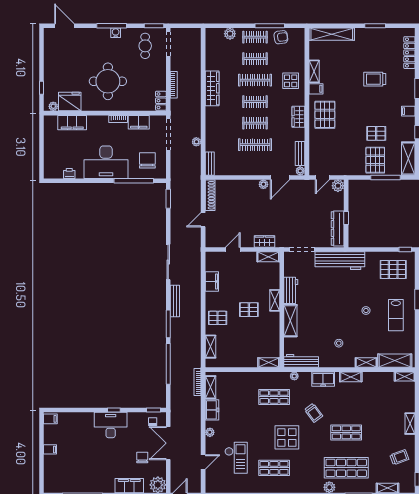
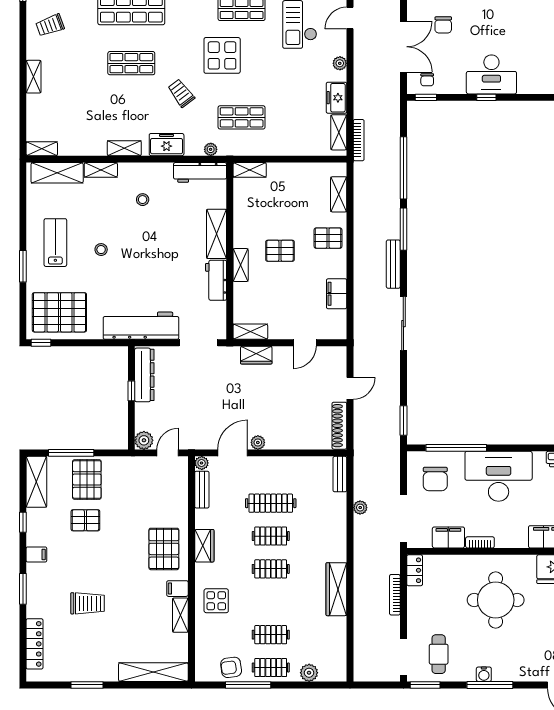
clothes rail: (255, 80) -> (271, 602), removed
pallet: (393, 269) -> (59, 312), width x1.37, depth x1.41

